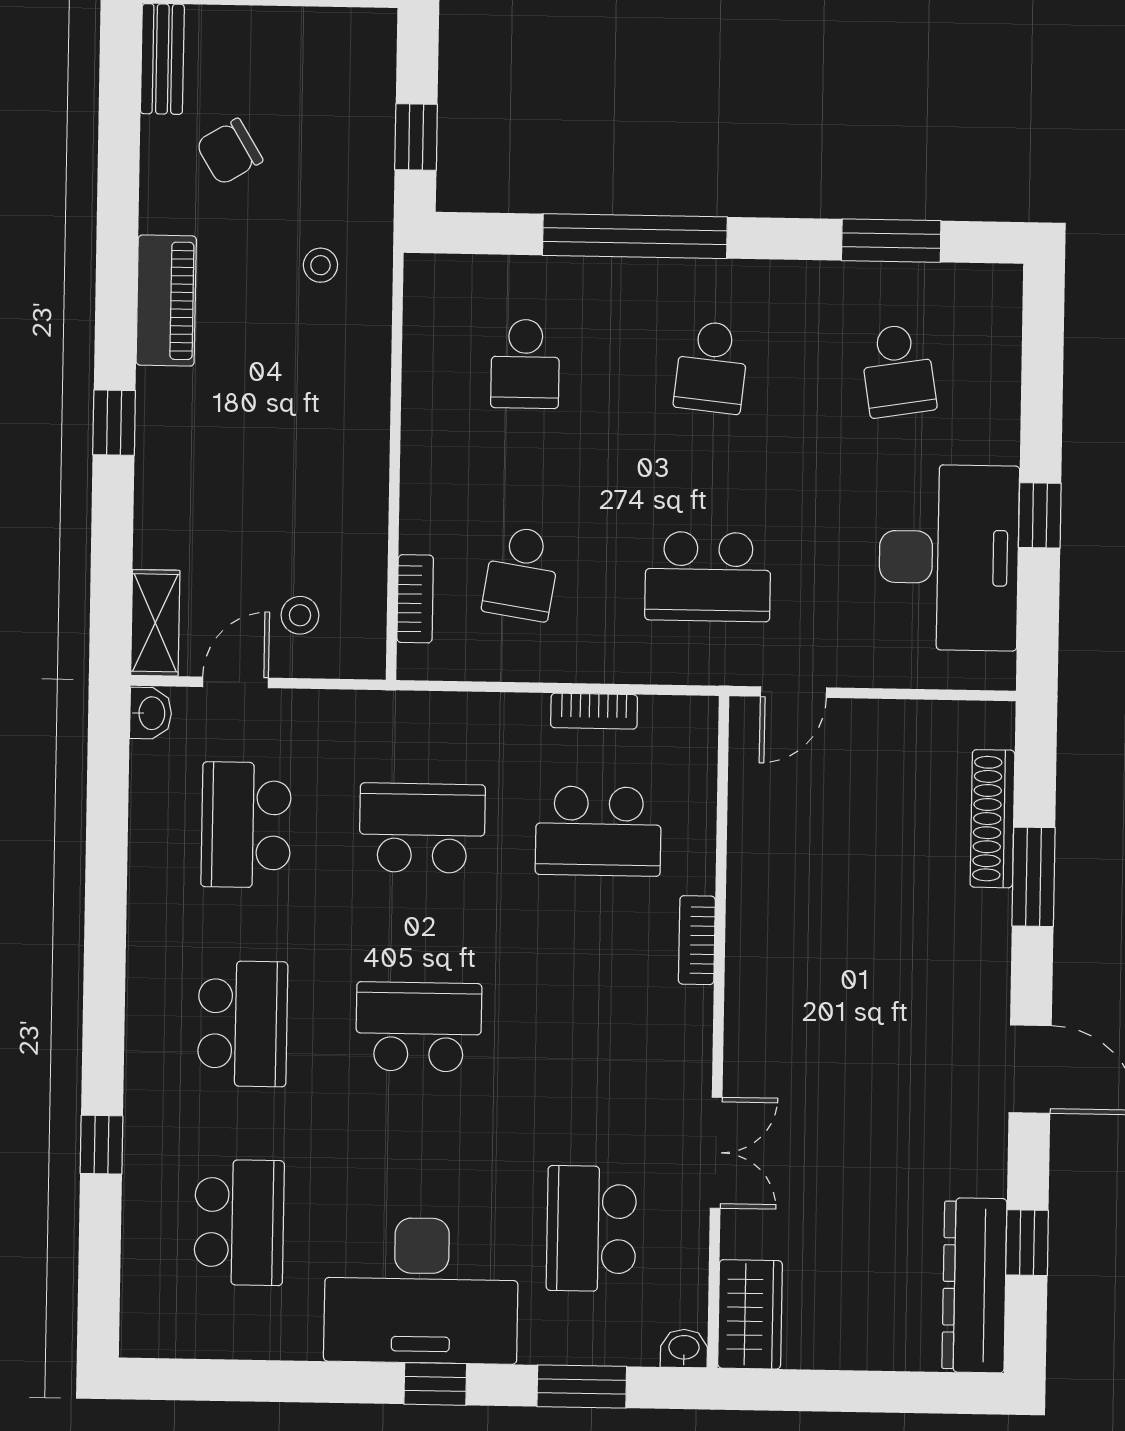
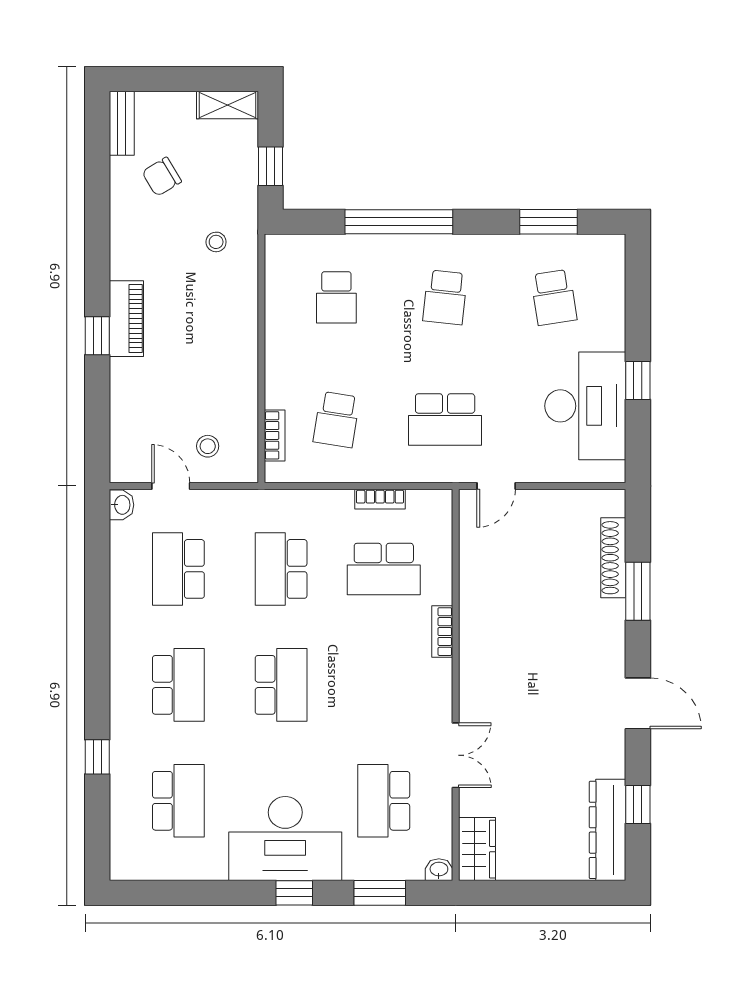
piano: (166, 301) -> (126, 319), moved
shelving: (155, 623) -> (227, 105), moved, turned 90
door: (235, 682) -> (171, 486), hinge flipped
school desk: (422, 828) -> (281, 569), turned -90
school desk: (419, 1027) -> (281, 685), turned 90

